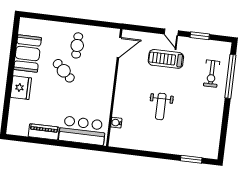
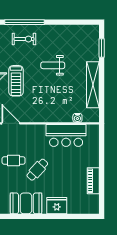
weight bench: (161, 106) -> (53, 65), moved, turned 180
bar counter: (82, 131) -> (66, 135), moved, turned -90
shelving: (151, 144) -> (93, 85), added

